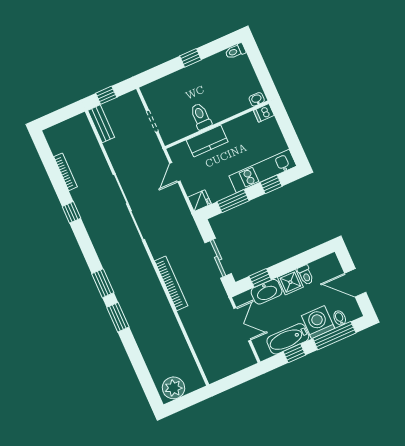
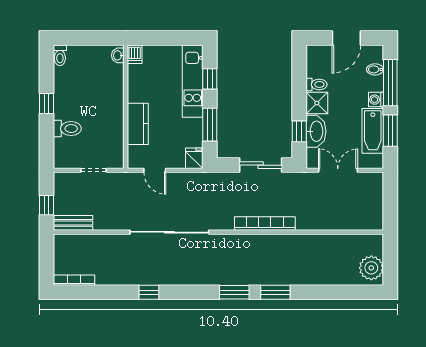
toilet: (201, 116) -> (67, 129), moved, turned 180
bookcase: (65, 172) -> (74, 280), moved
washing machine: (318, 322) -> (376, 100), width x0.53, depth x0.53
window: (294, 353) -> (390, 131), width x1.50

